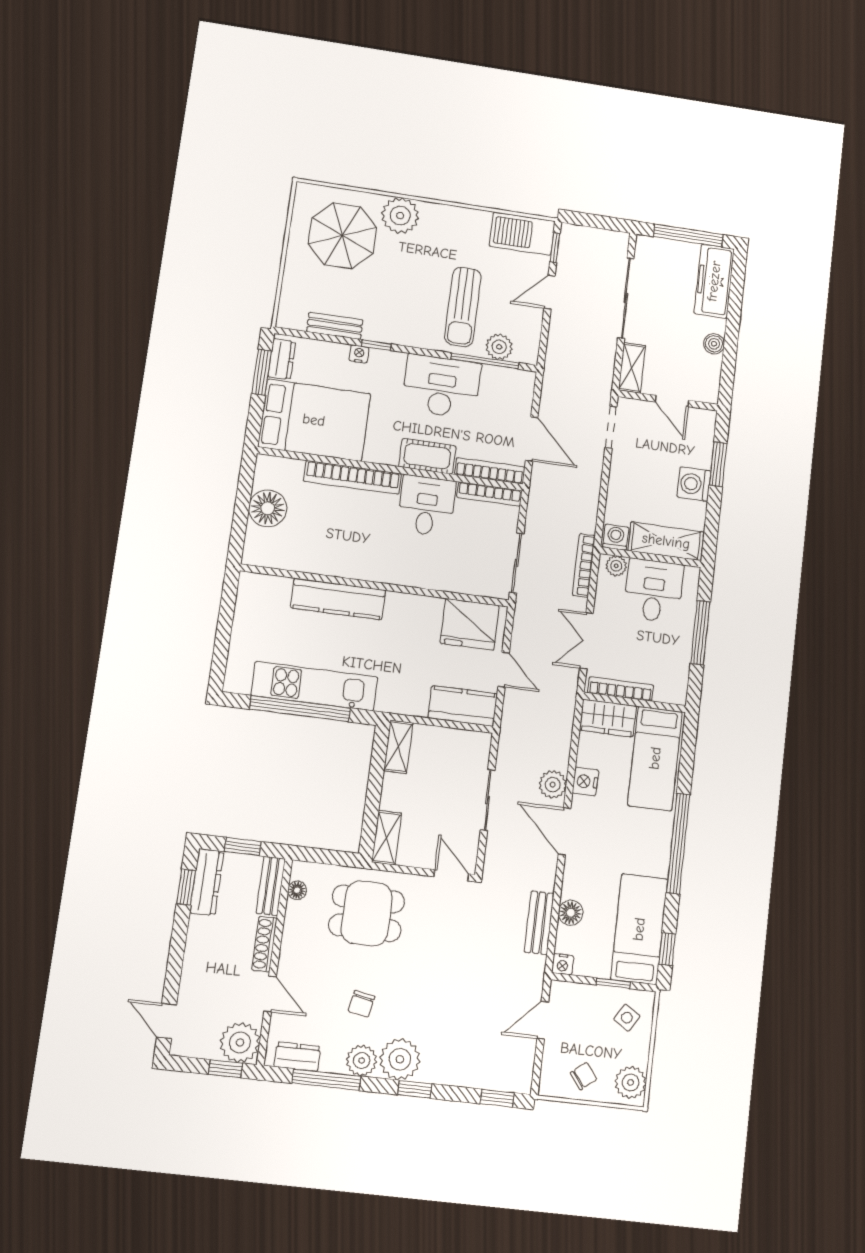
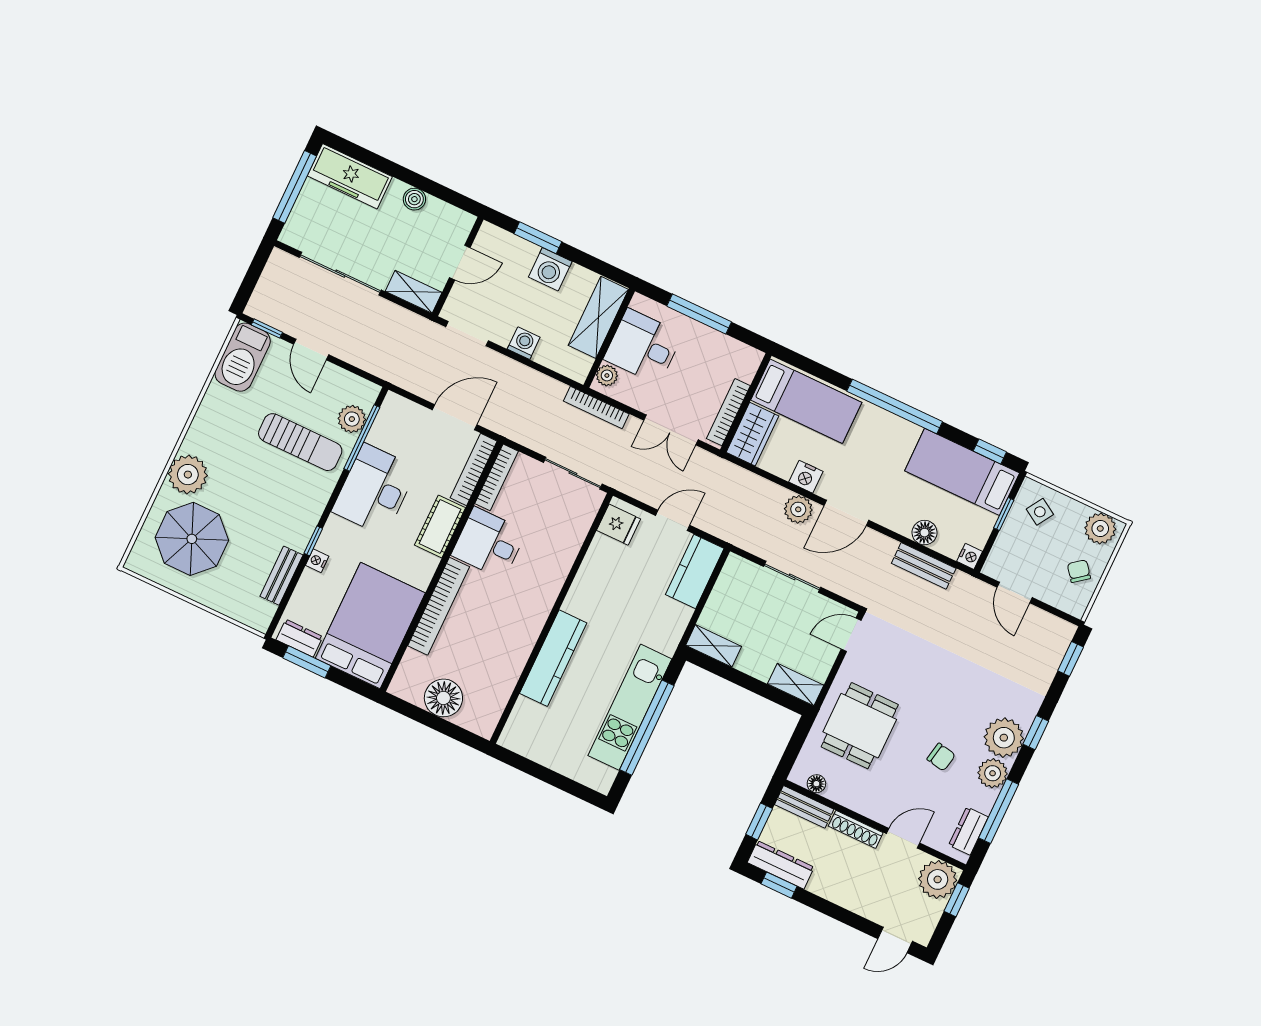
washing machine: (616, 537) -> (524, 343), moved, turned 90
fridge: (470, 624) -> (619, 525), width x0.53, depth x0.75

